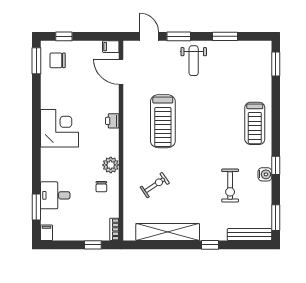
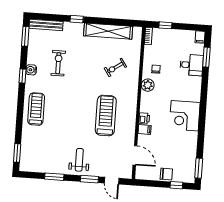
filing cabinet: (111, 47) -> (145, 130), moved
chair: (58, 60) -> (166, 174), moved

